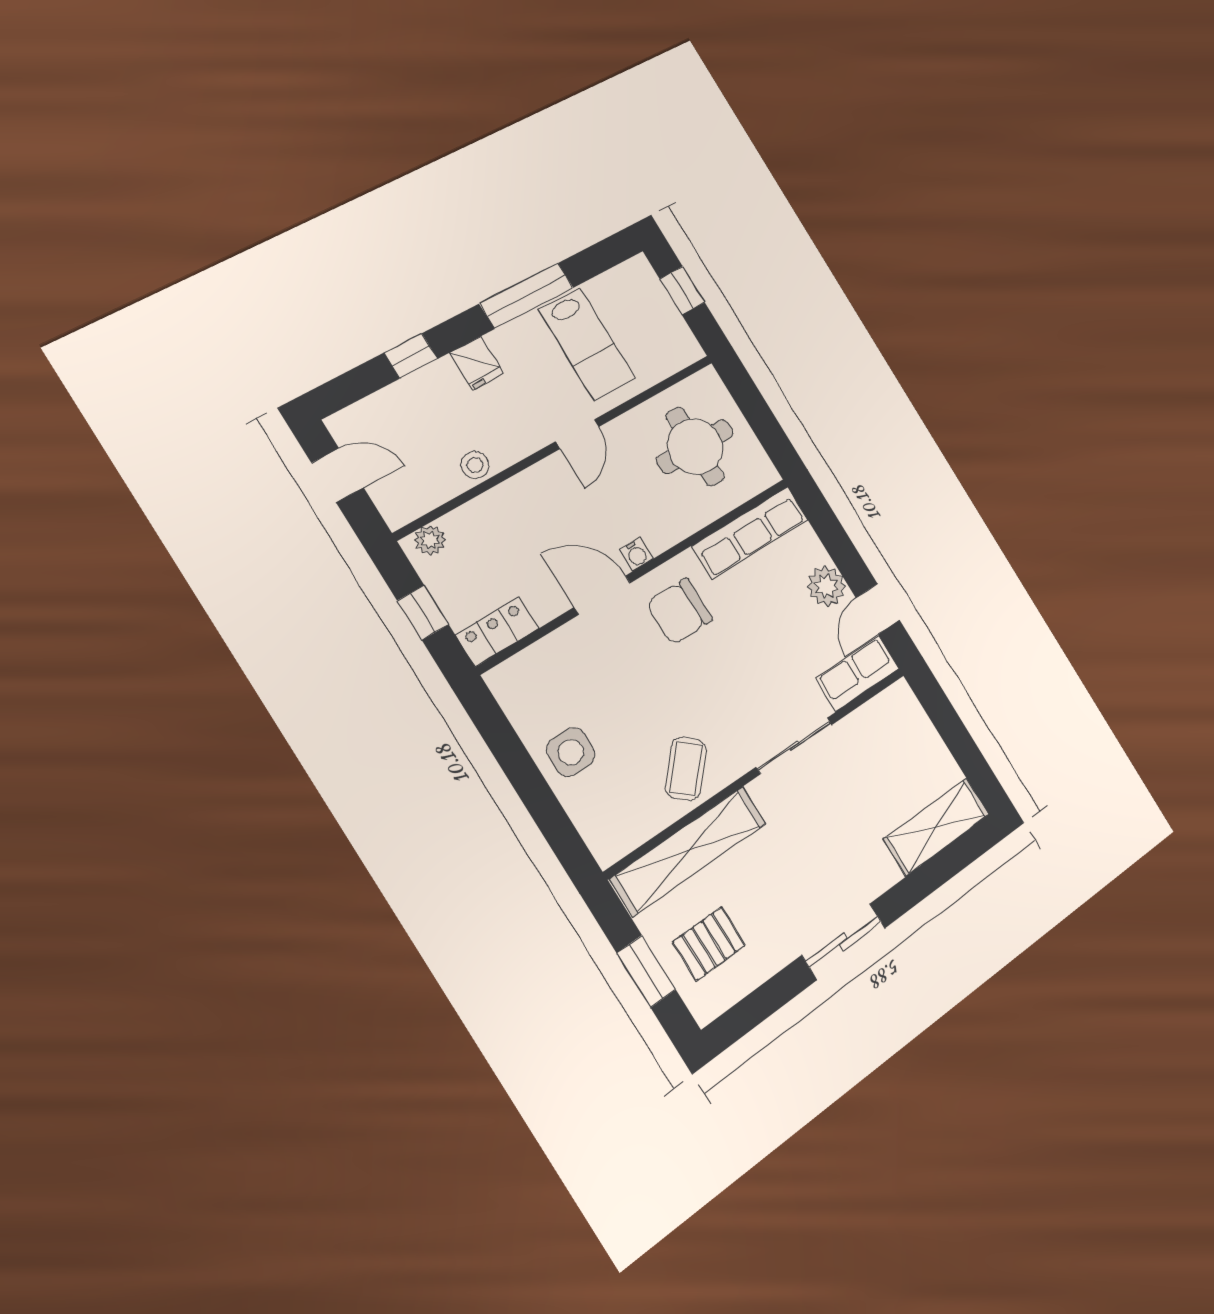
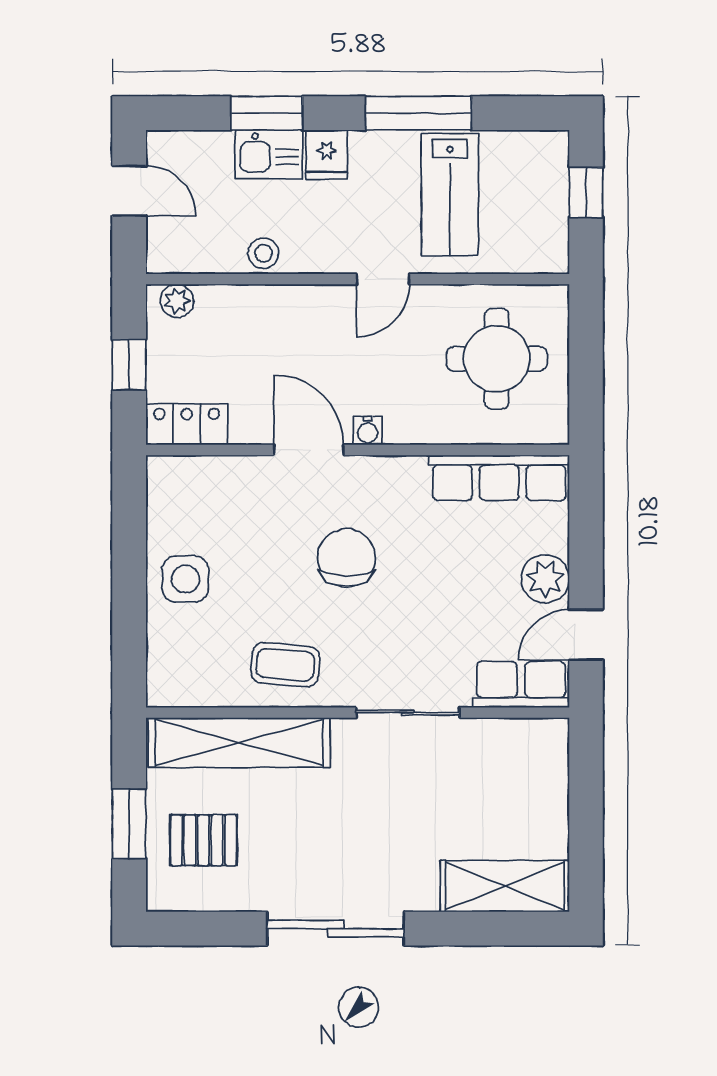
window: (411, 356) -> (267, 113), width x1.50
kitchen sink: (432, 387) -> (269, 154), added
chair: (679, 611) -> (347, 558), moved, turned 90
coffee table: (686, 769) -> (285, 665), turned 53
sliding door: (844, 941) -> (336, 929), width x1.37

